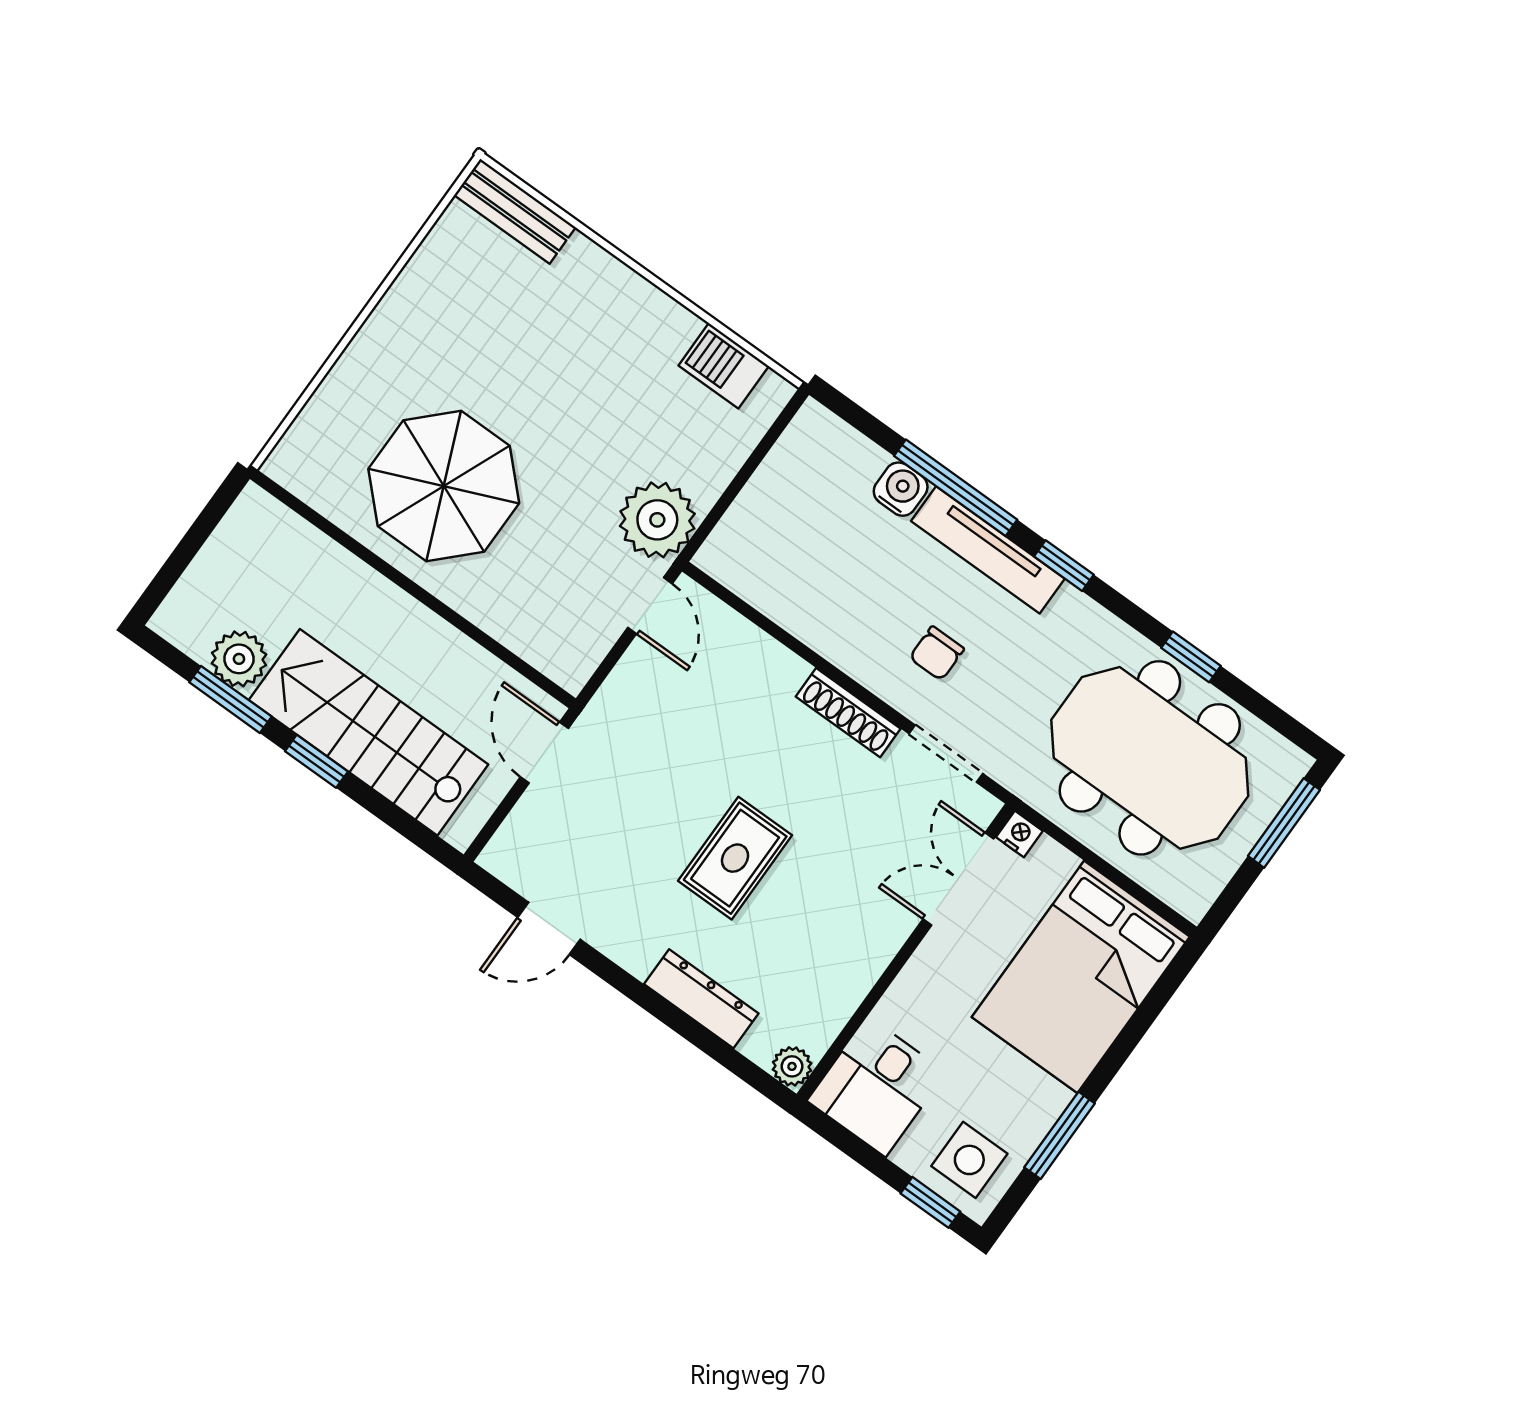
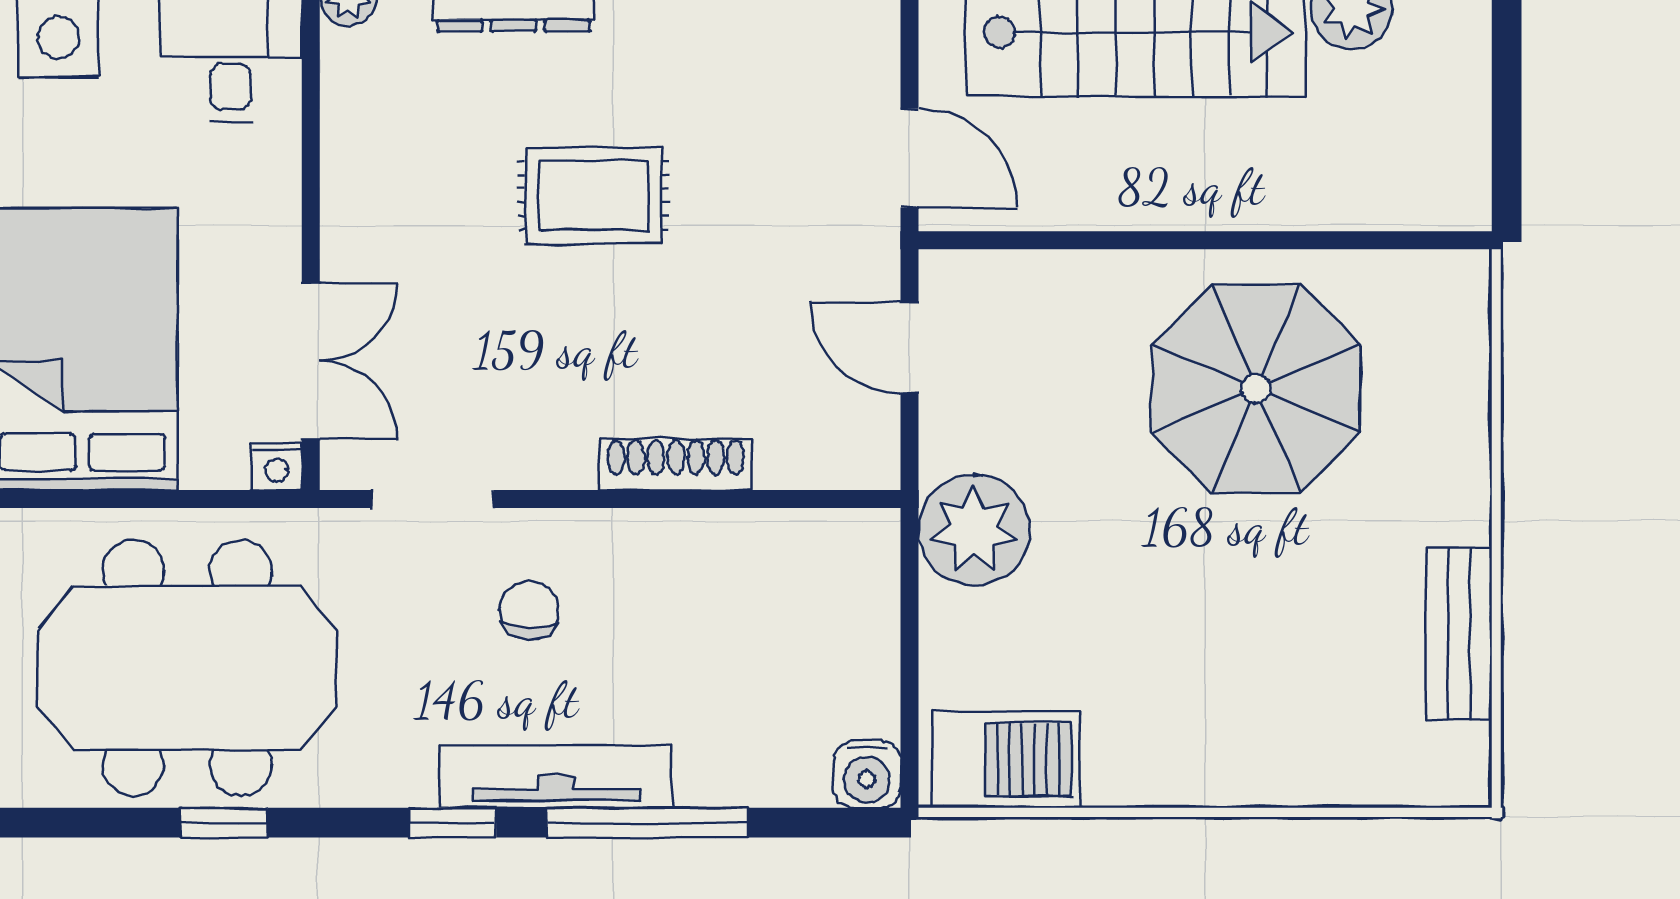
bench: (515, 211) -> (1459, 634), moved, turned 90
barbecue: (724, 366) -> (1006, 760), width x1.38, depth x1.27
water cooler: (901, 489) -> (867, 774), moved
door: (650, 606) -> (909, 348), moved
shoe rack: (848, 713) -> (676, 464), moved
rug: (735, 858) -> (593, 195), turned 90

